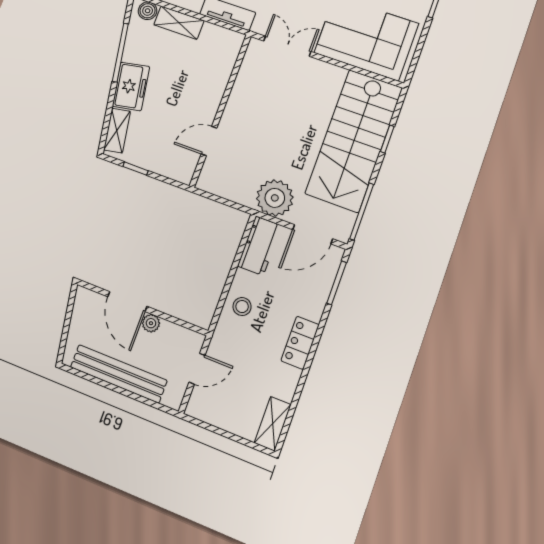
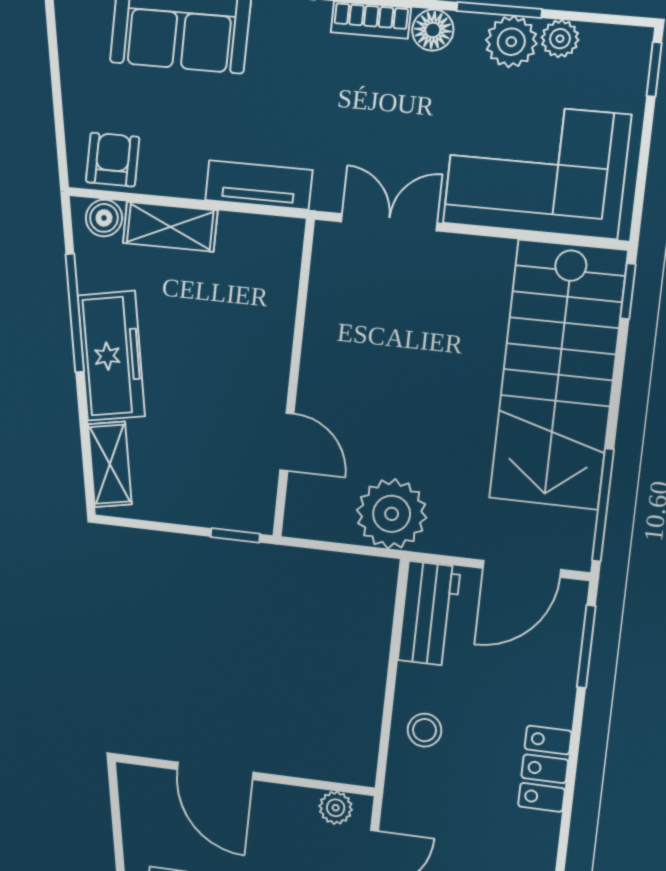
freezer: (131, 86) -> (111, 356), width x1.40
window: (387, 139) -> (628, 291), moved
door: (209, 141) -> (287, 442), swing flipped
window: (135, 169) -> (235, 535), moved
plant: (275, 198) -> (392, 514), moved
plant: (151, 323) -> (336, 808), moved

